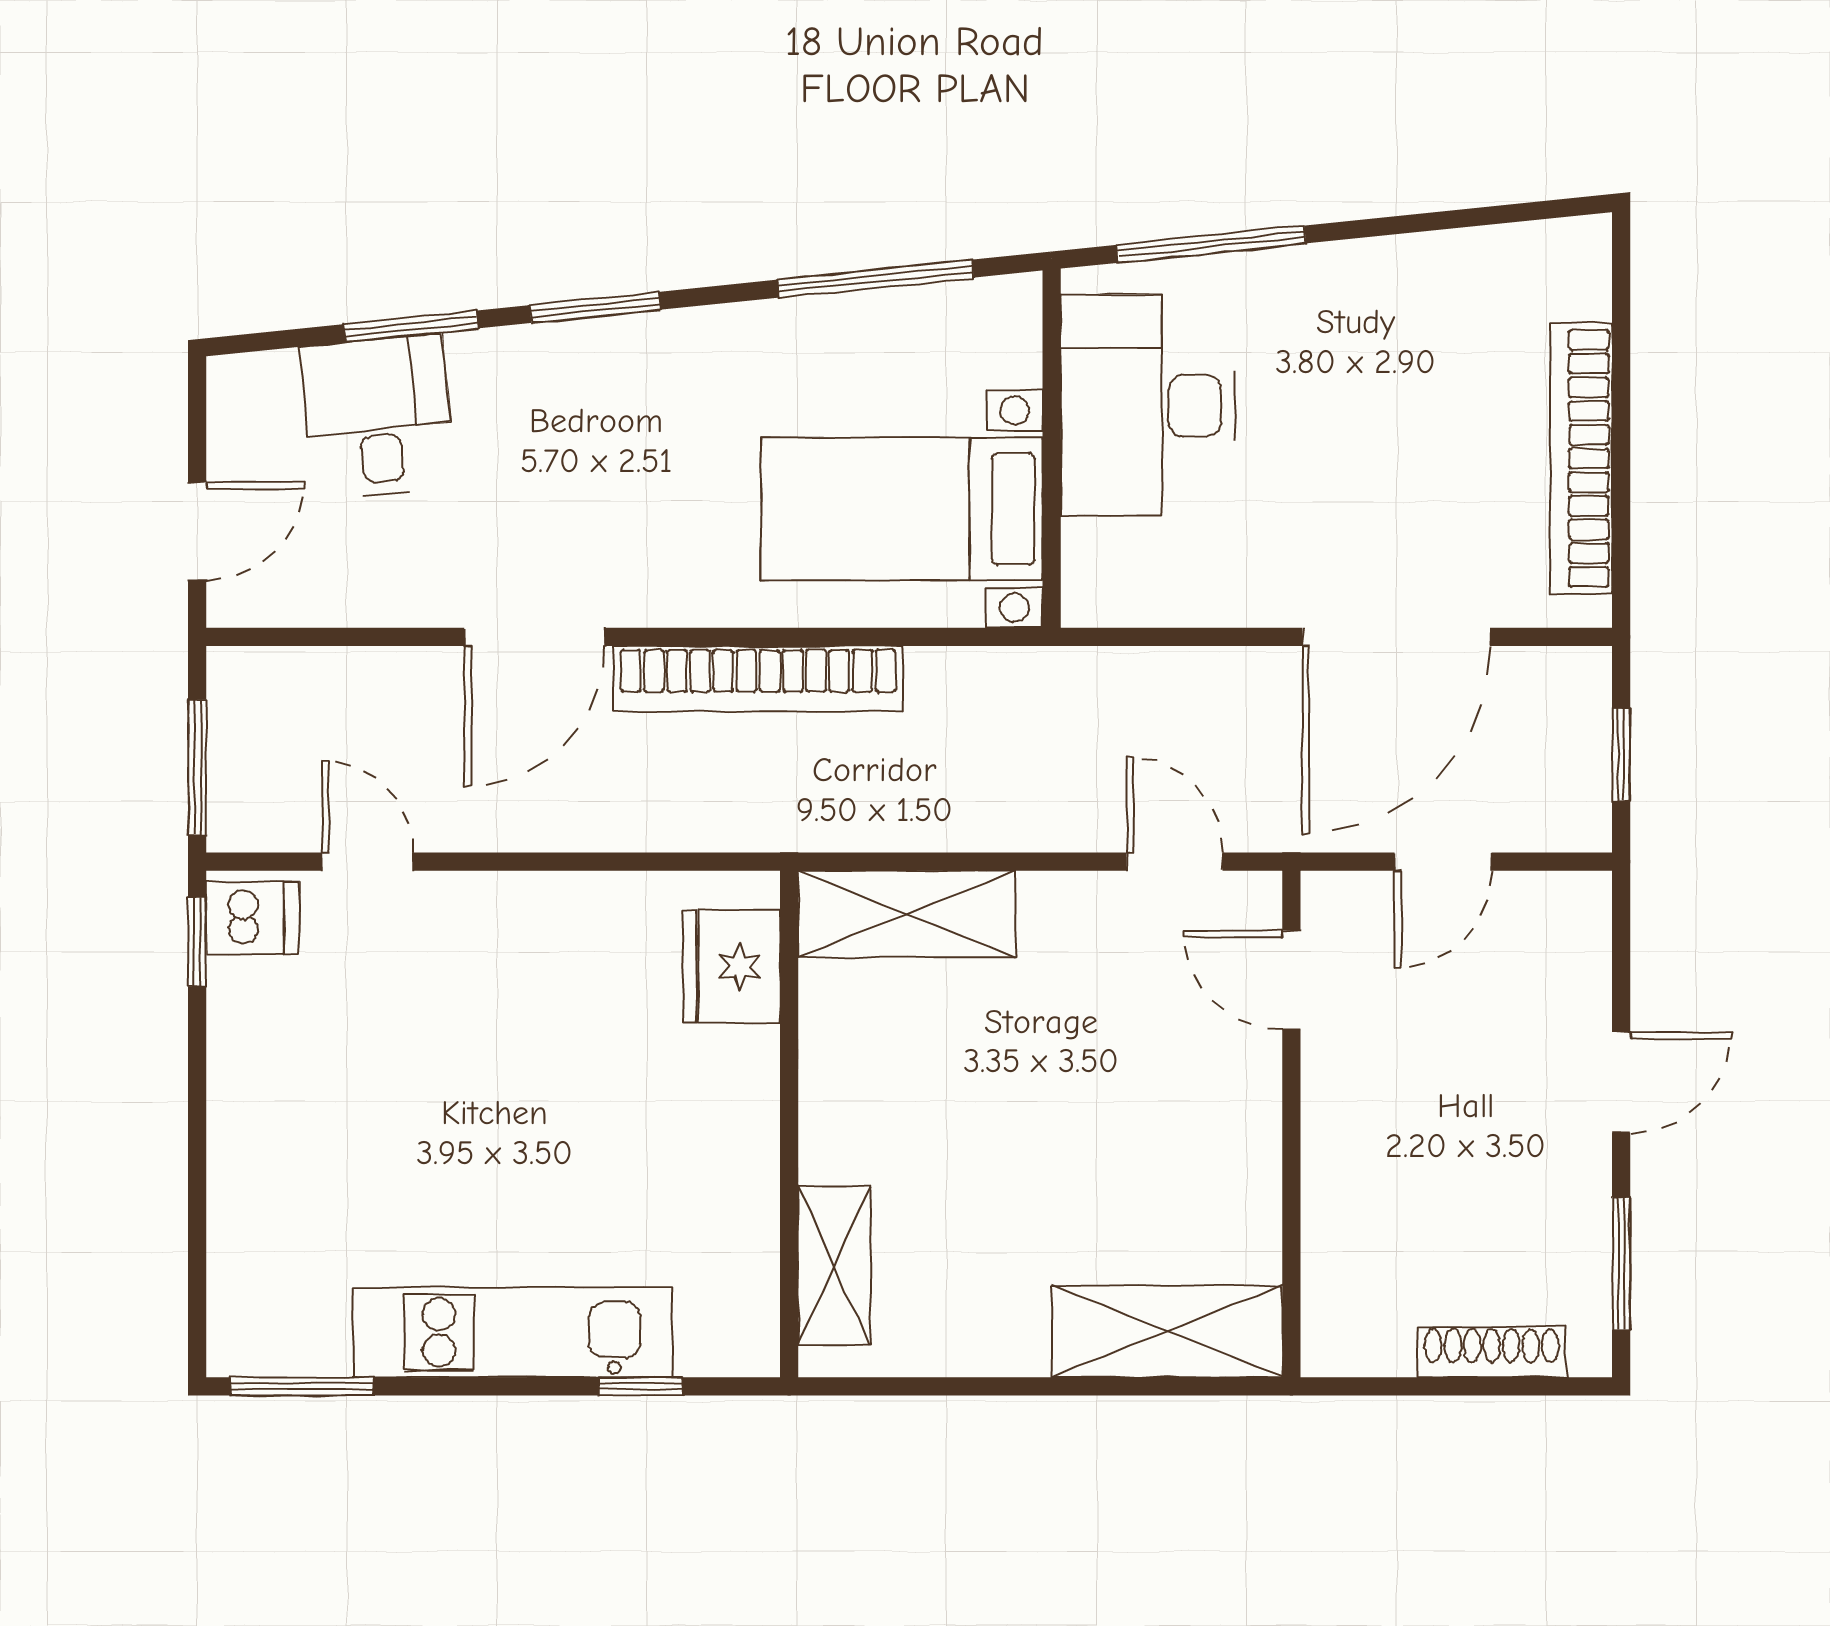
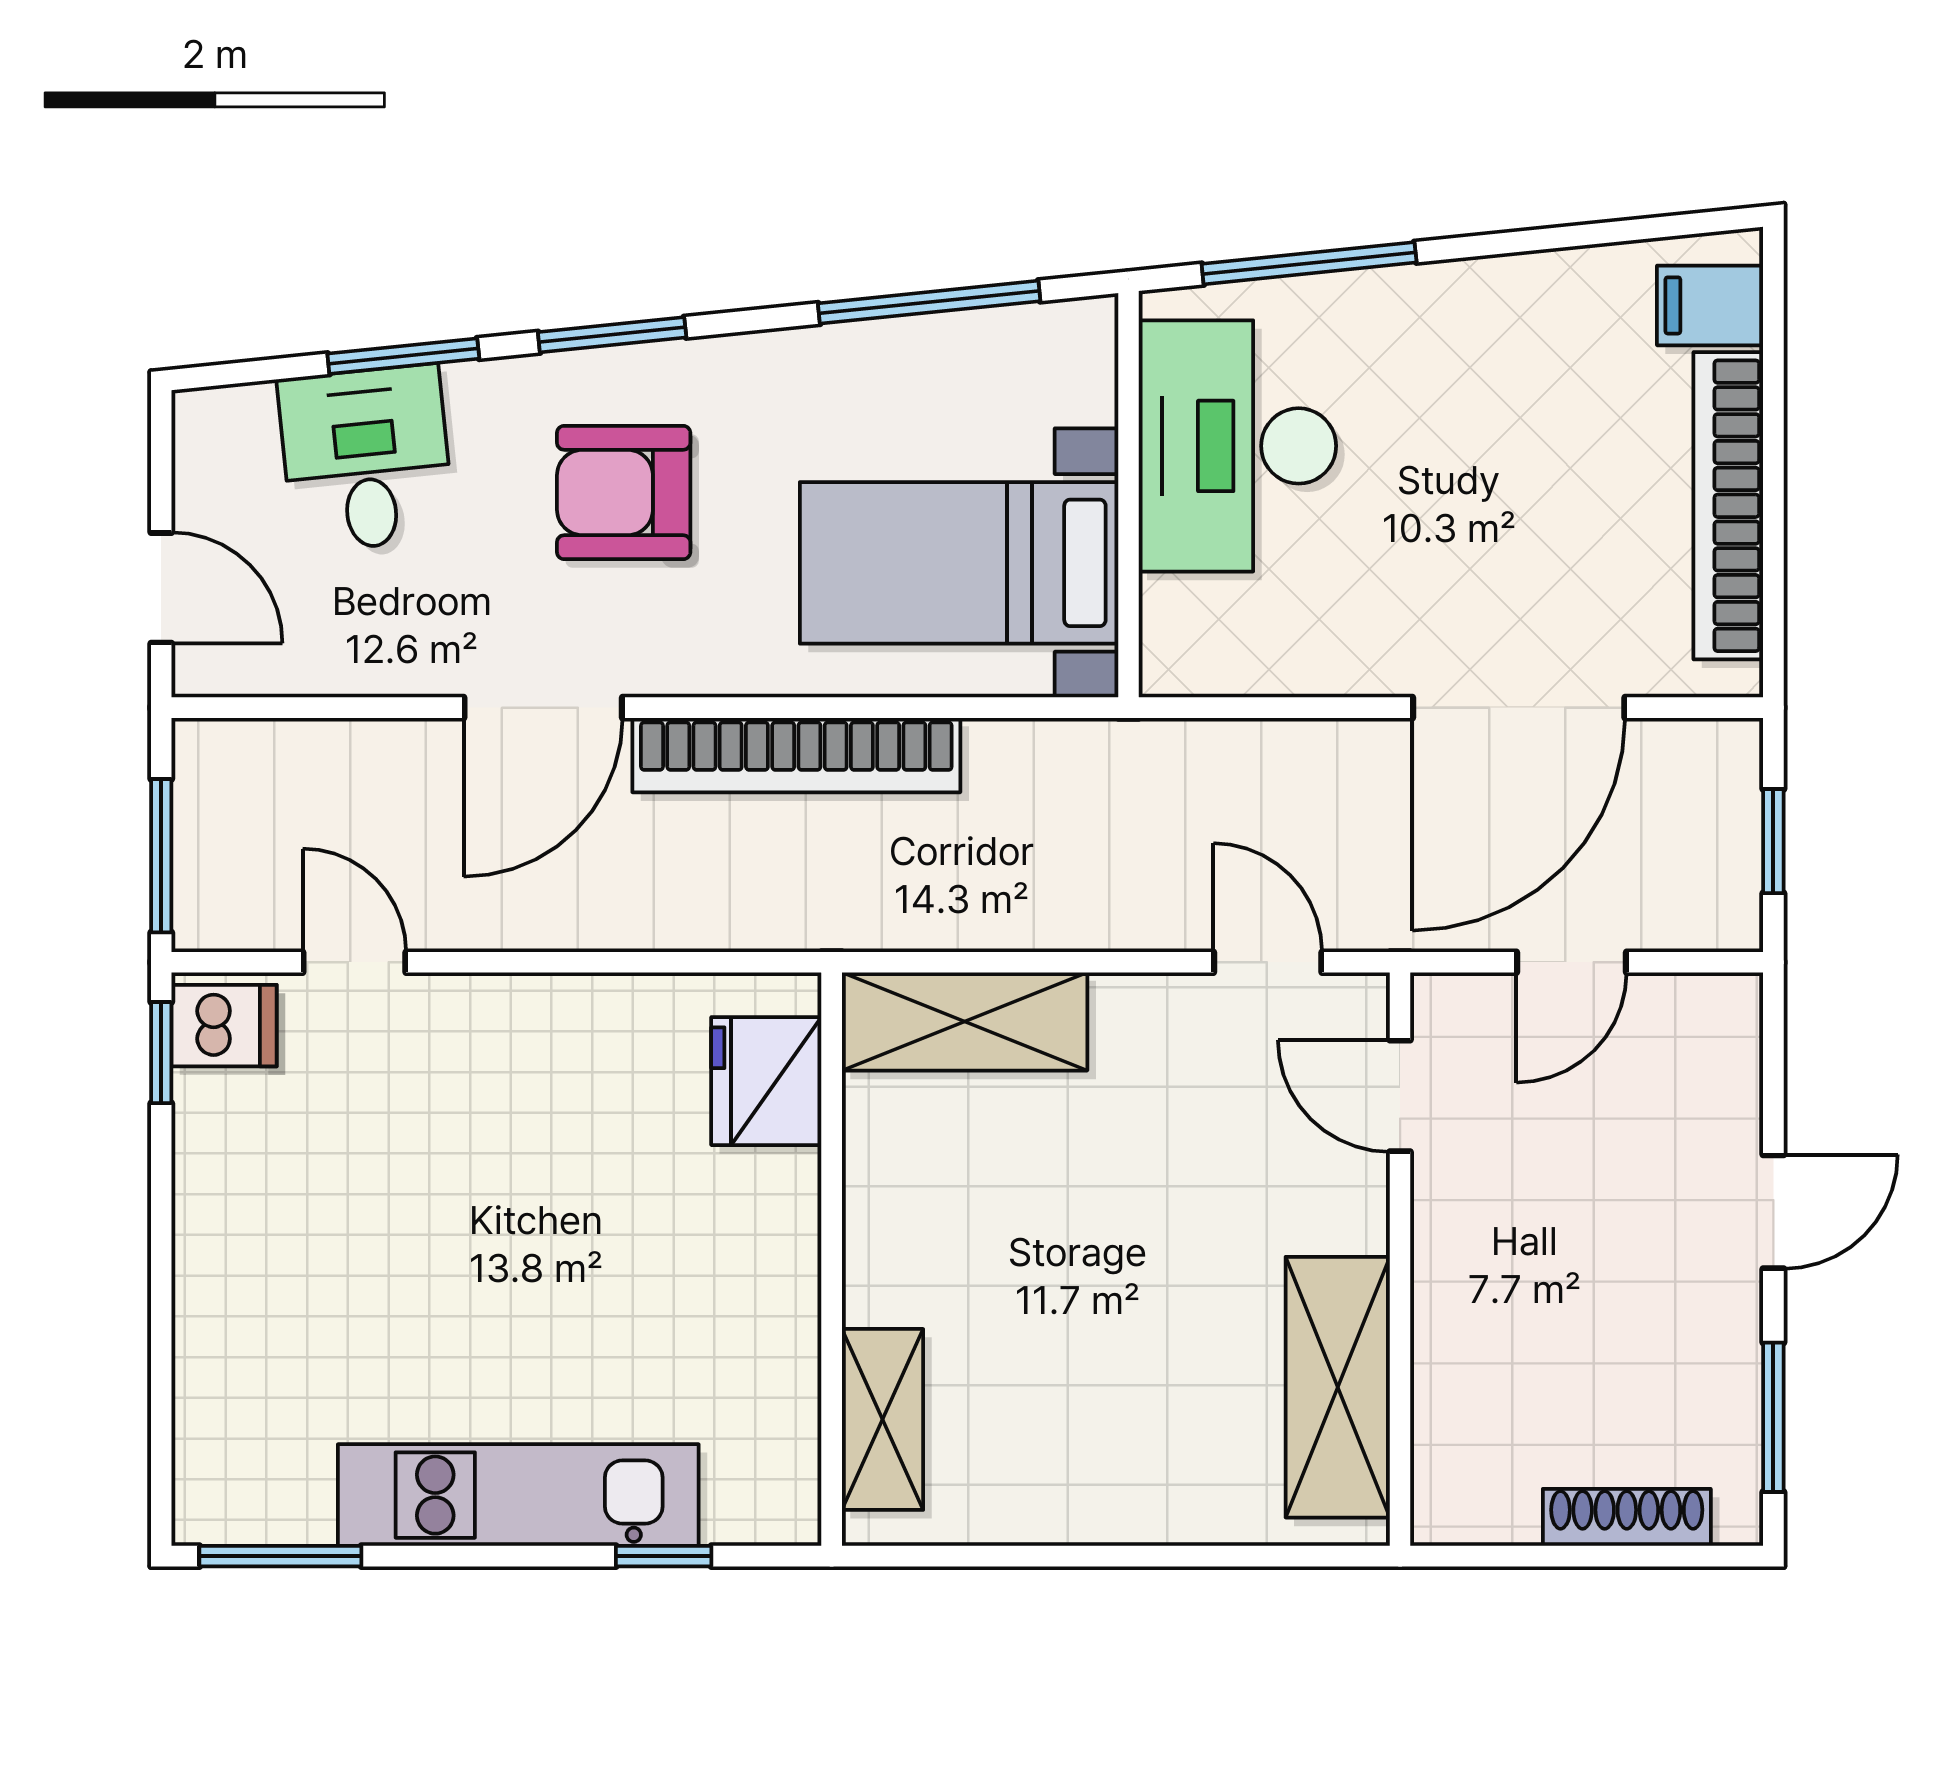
filing cabinet: (1565, 281) -> (1710, 305), added
armchair: (606, 447) -> (624, 493), added
door: (197, 531) -> (161, 588), hinge flipped
shelving: (1167, 1331) -> (1338, 1387), moved, turned 90

